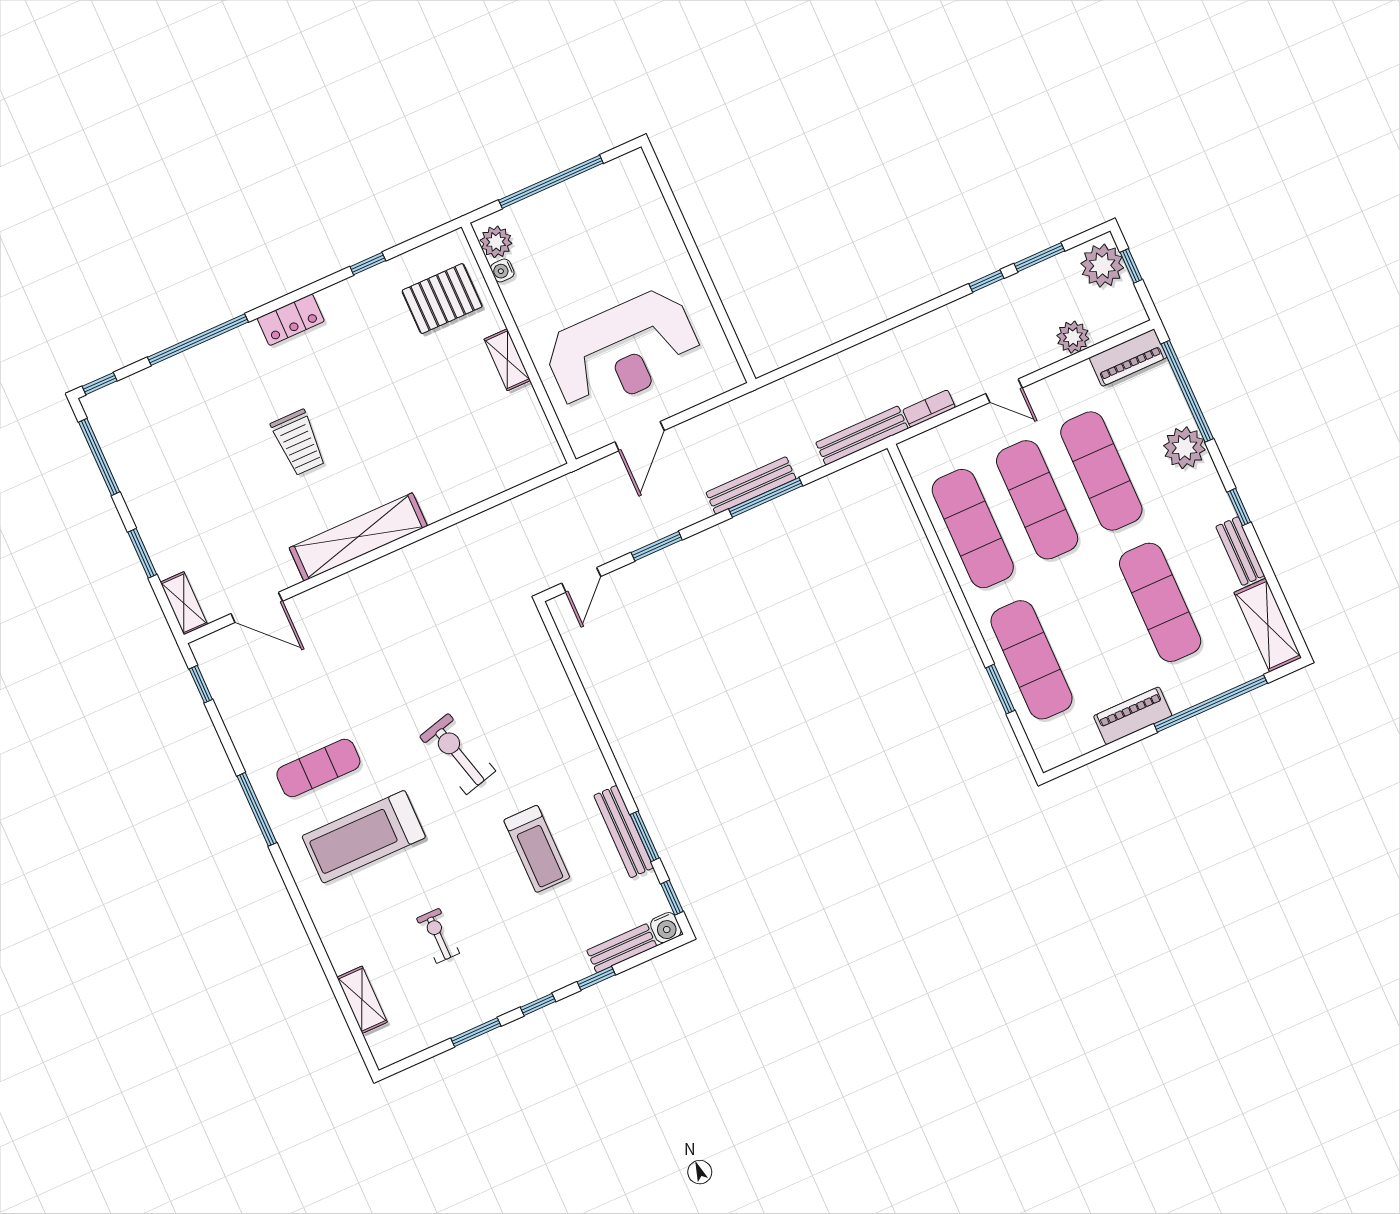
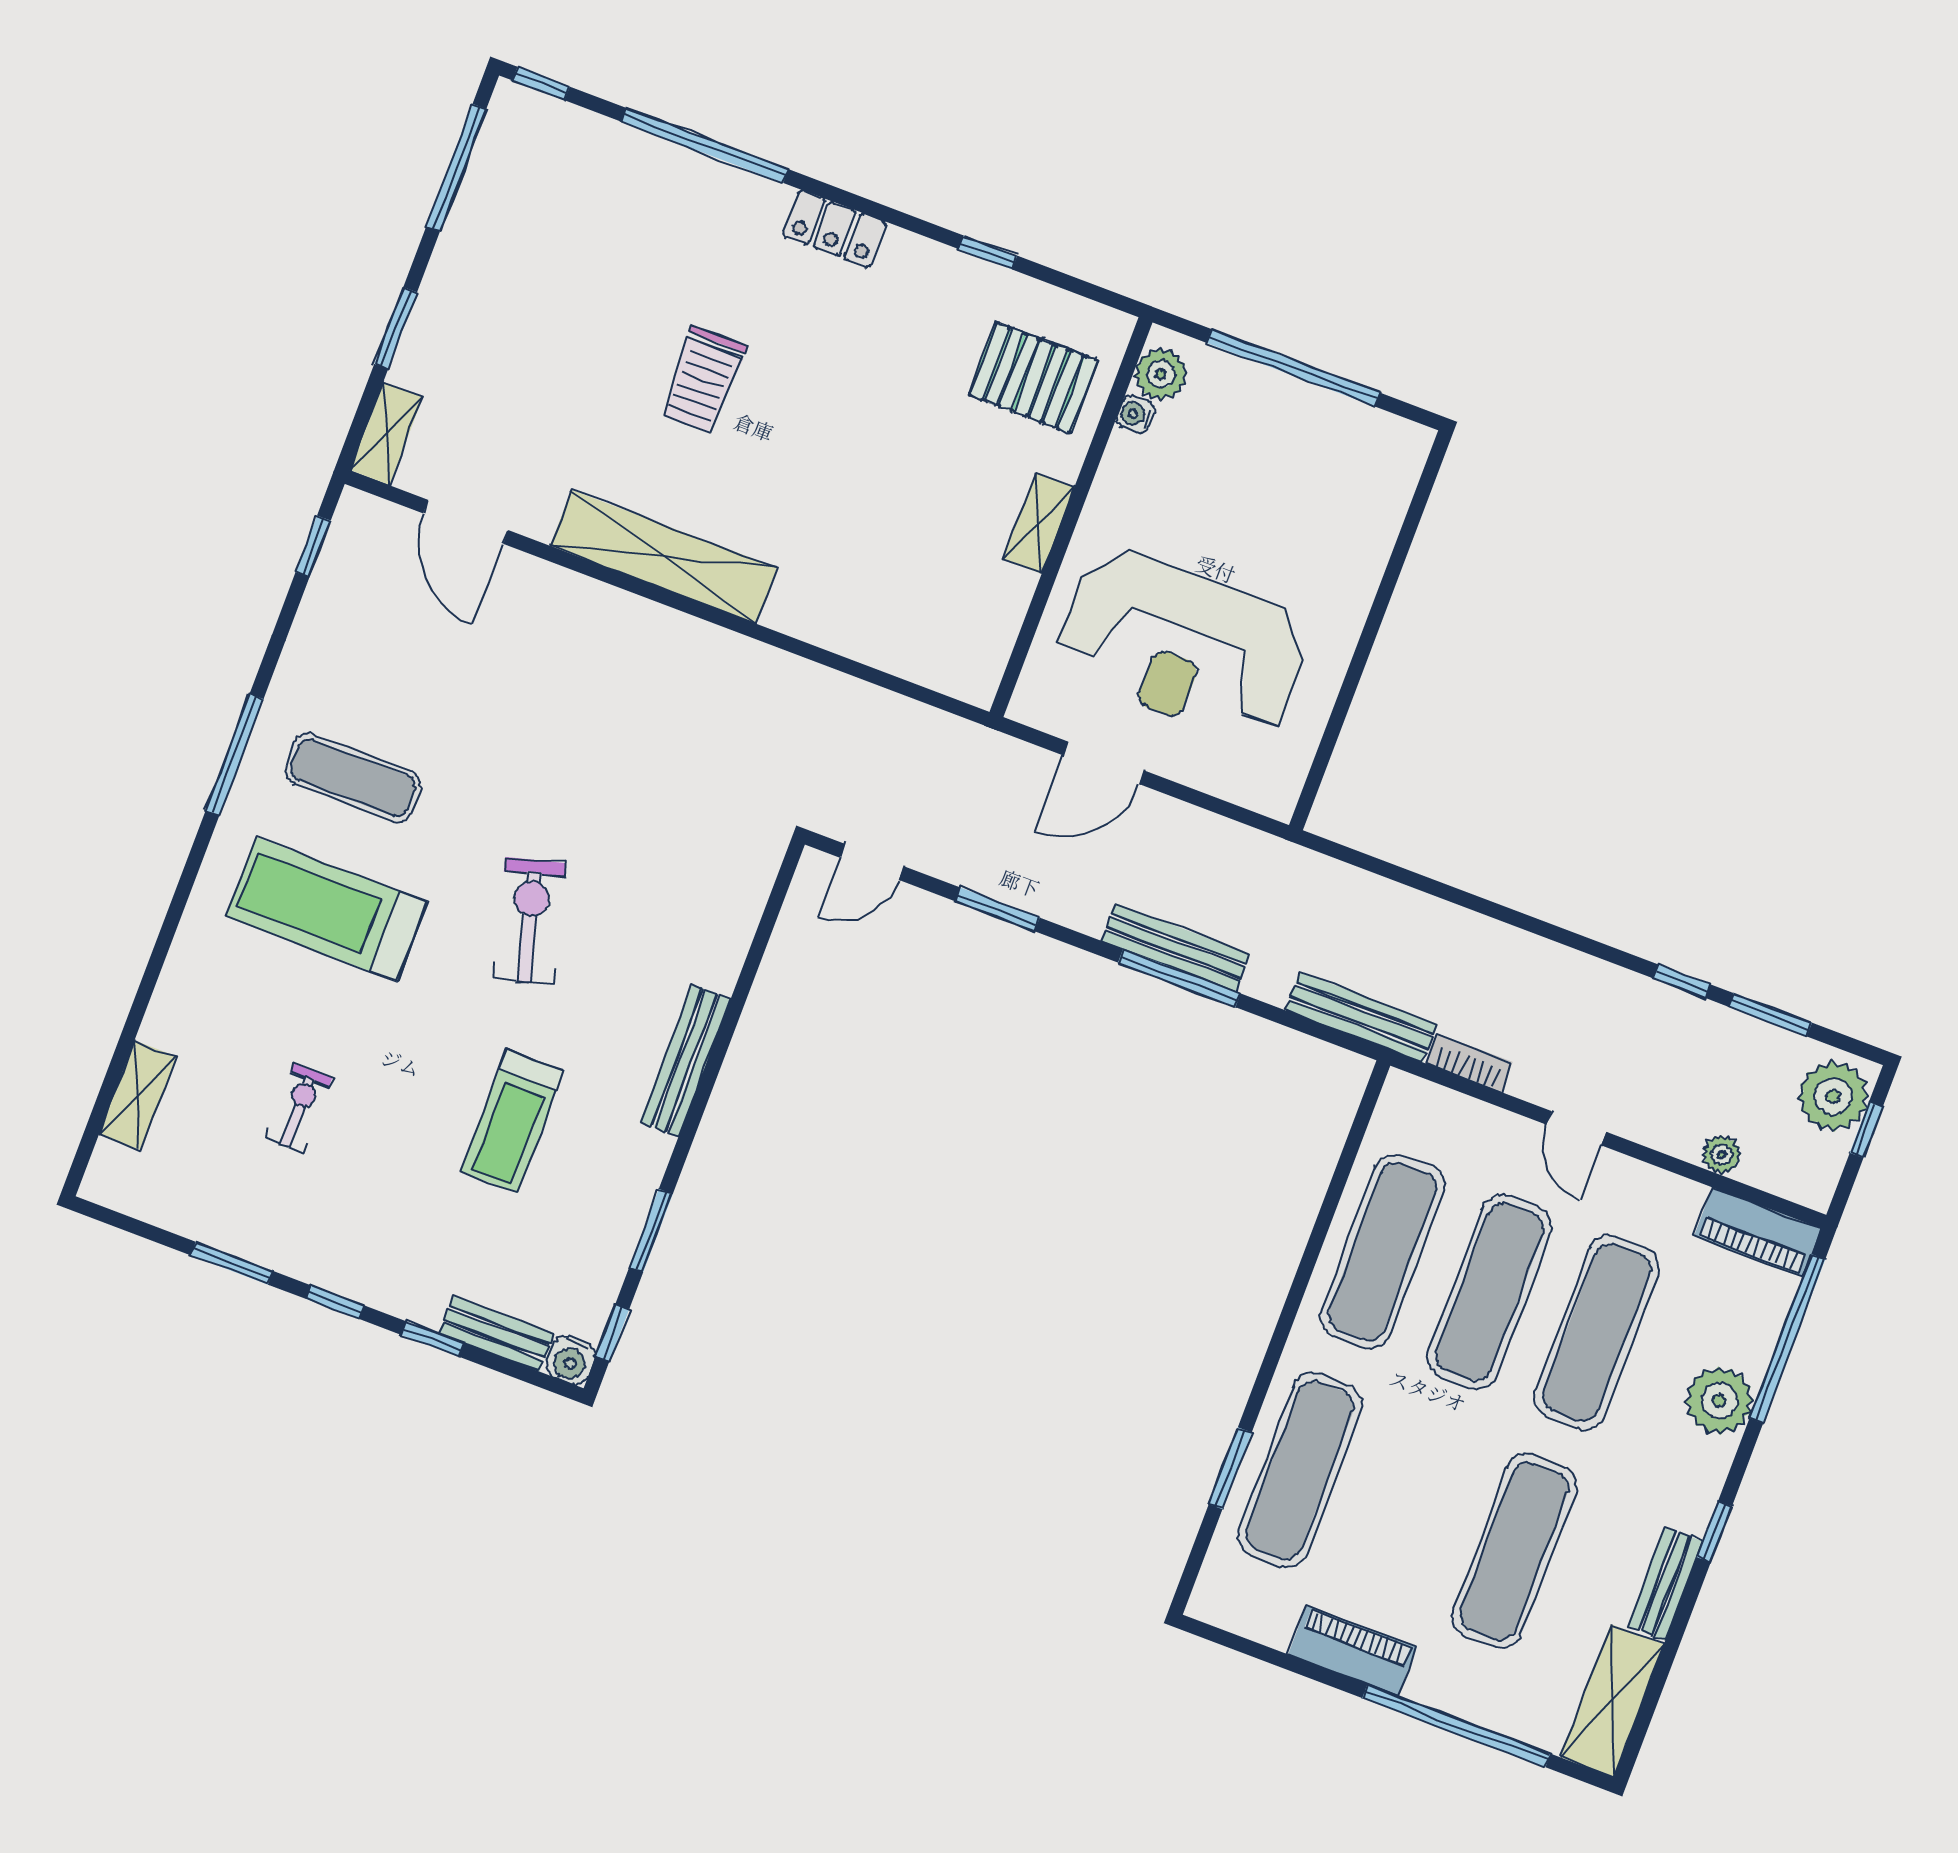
plant: (1073, 337) -> (1722, 1155), width x0.73, depth x0.73
bench: (624, 832) -> (685, 1060), moved

